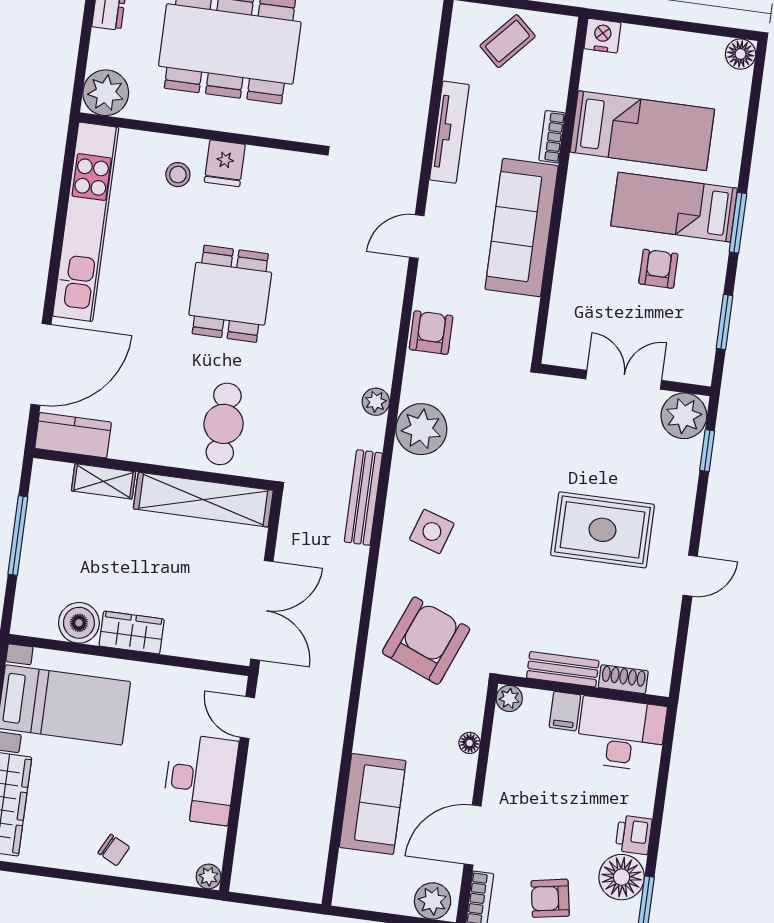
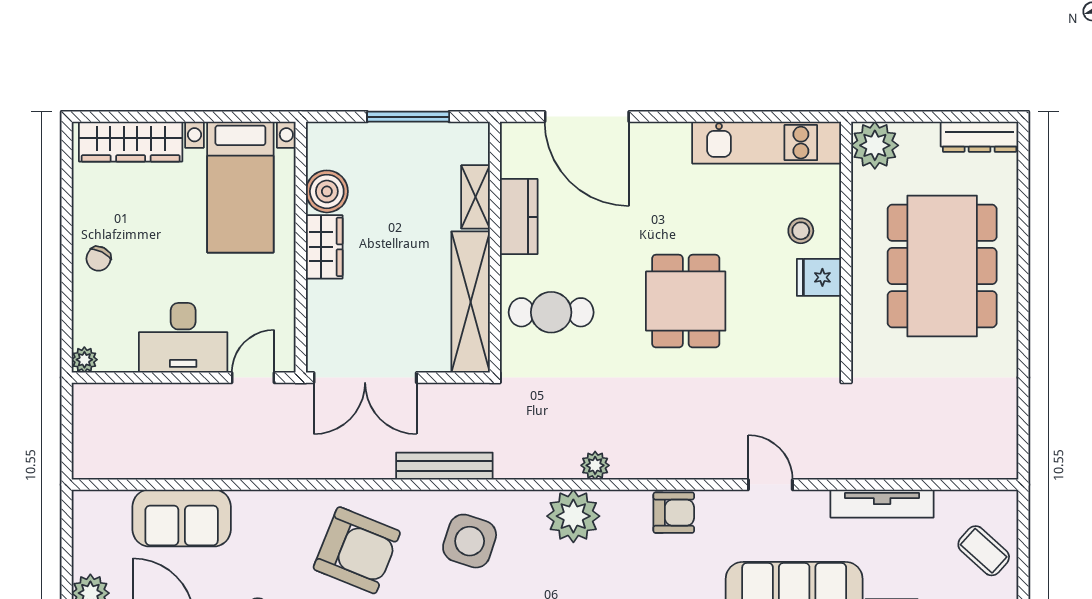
kitchen unit: (86, 222) -> (767, 143), width x0.73
dining table: (230, 294) -> (686, 301), turned 90
kitchen counter: (73, 435) -> (519, 217), moved
bench: (363, 497) -> (444, 466), moved
side table: (432, 532) -> (470, 541), width x1.37, depth x1.37

